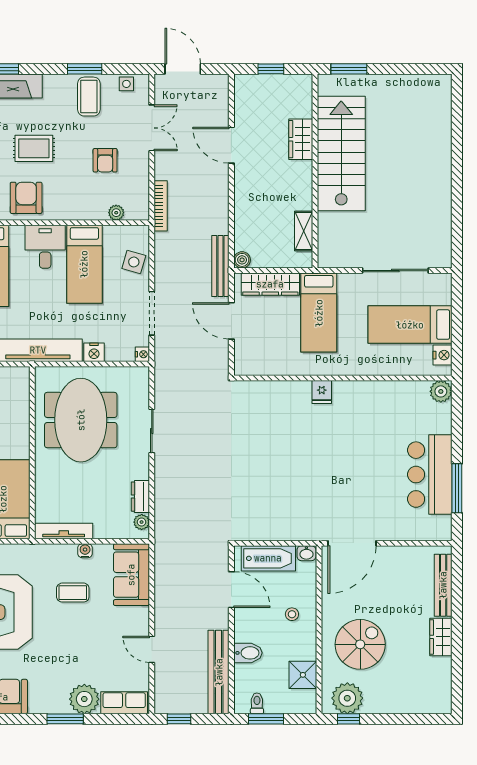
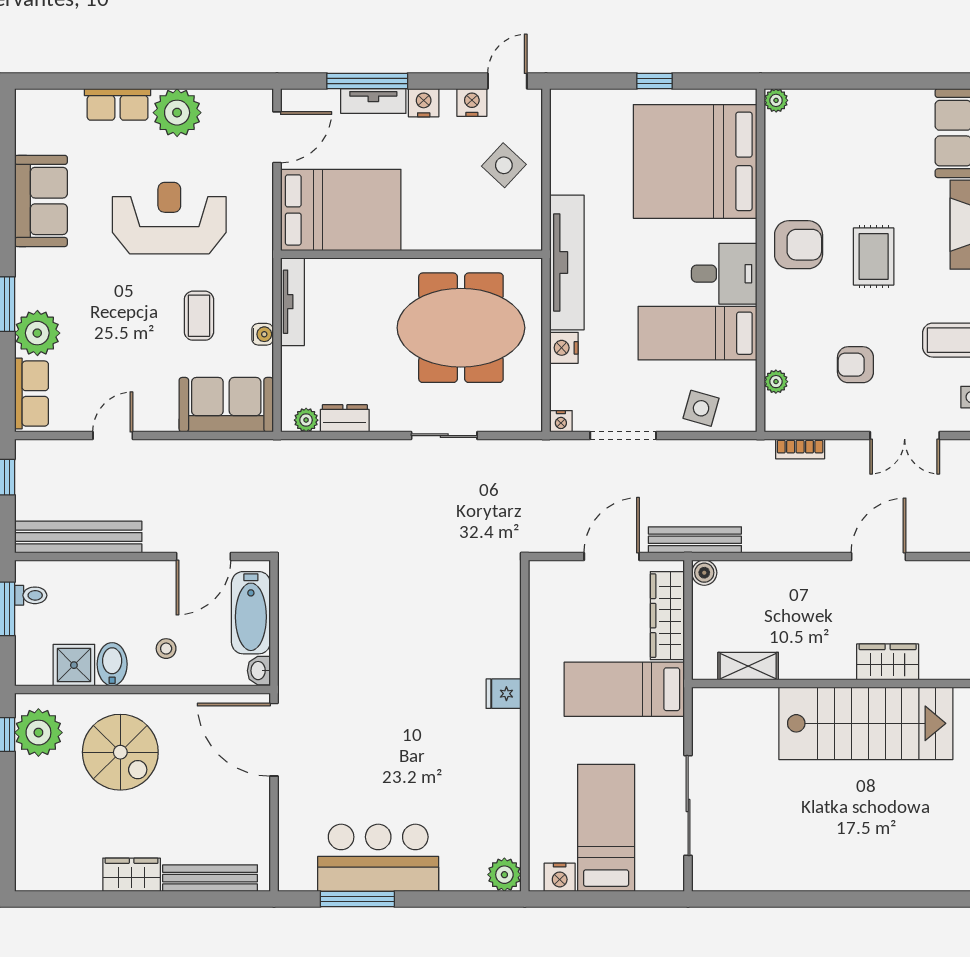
bookcase: (161, 206) -> (800, 449), width x0.64
bidet: (248, 653) -> (112, 664), moved, turned 180

